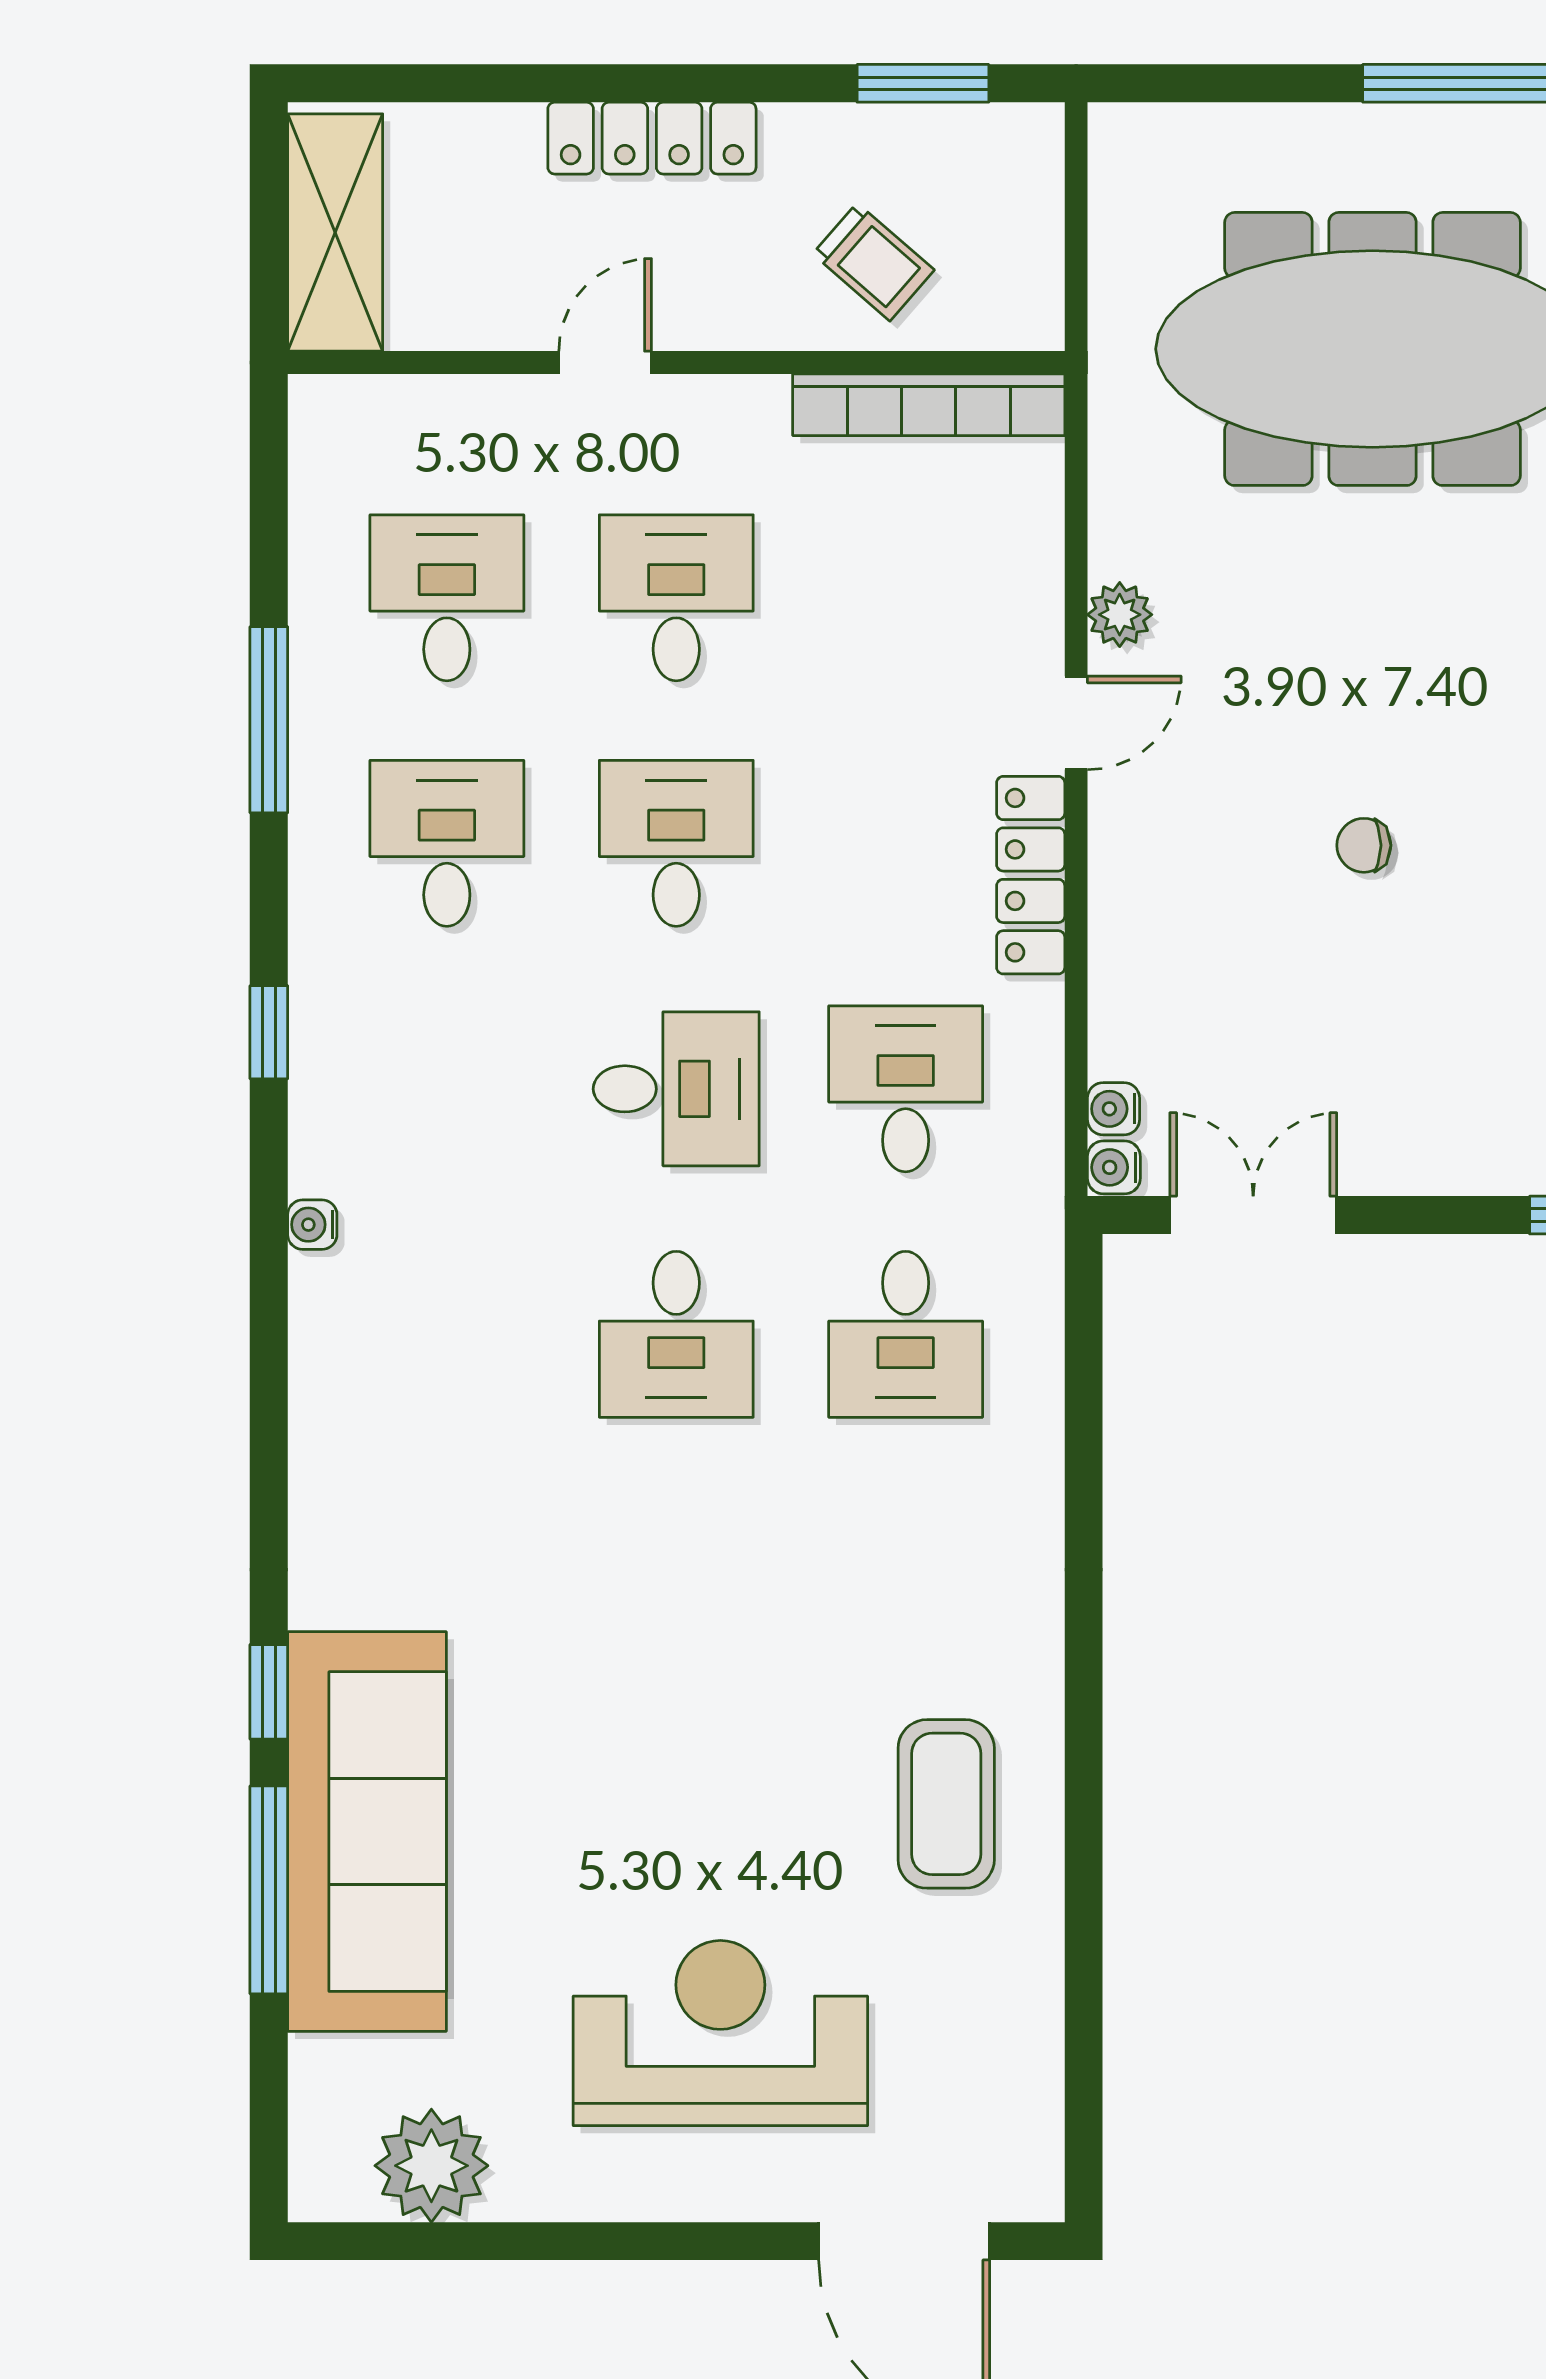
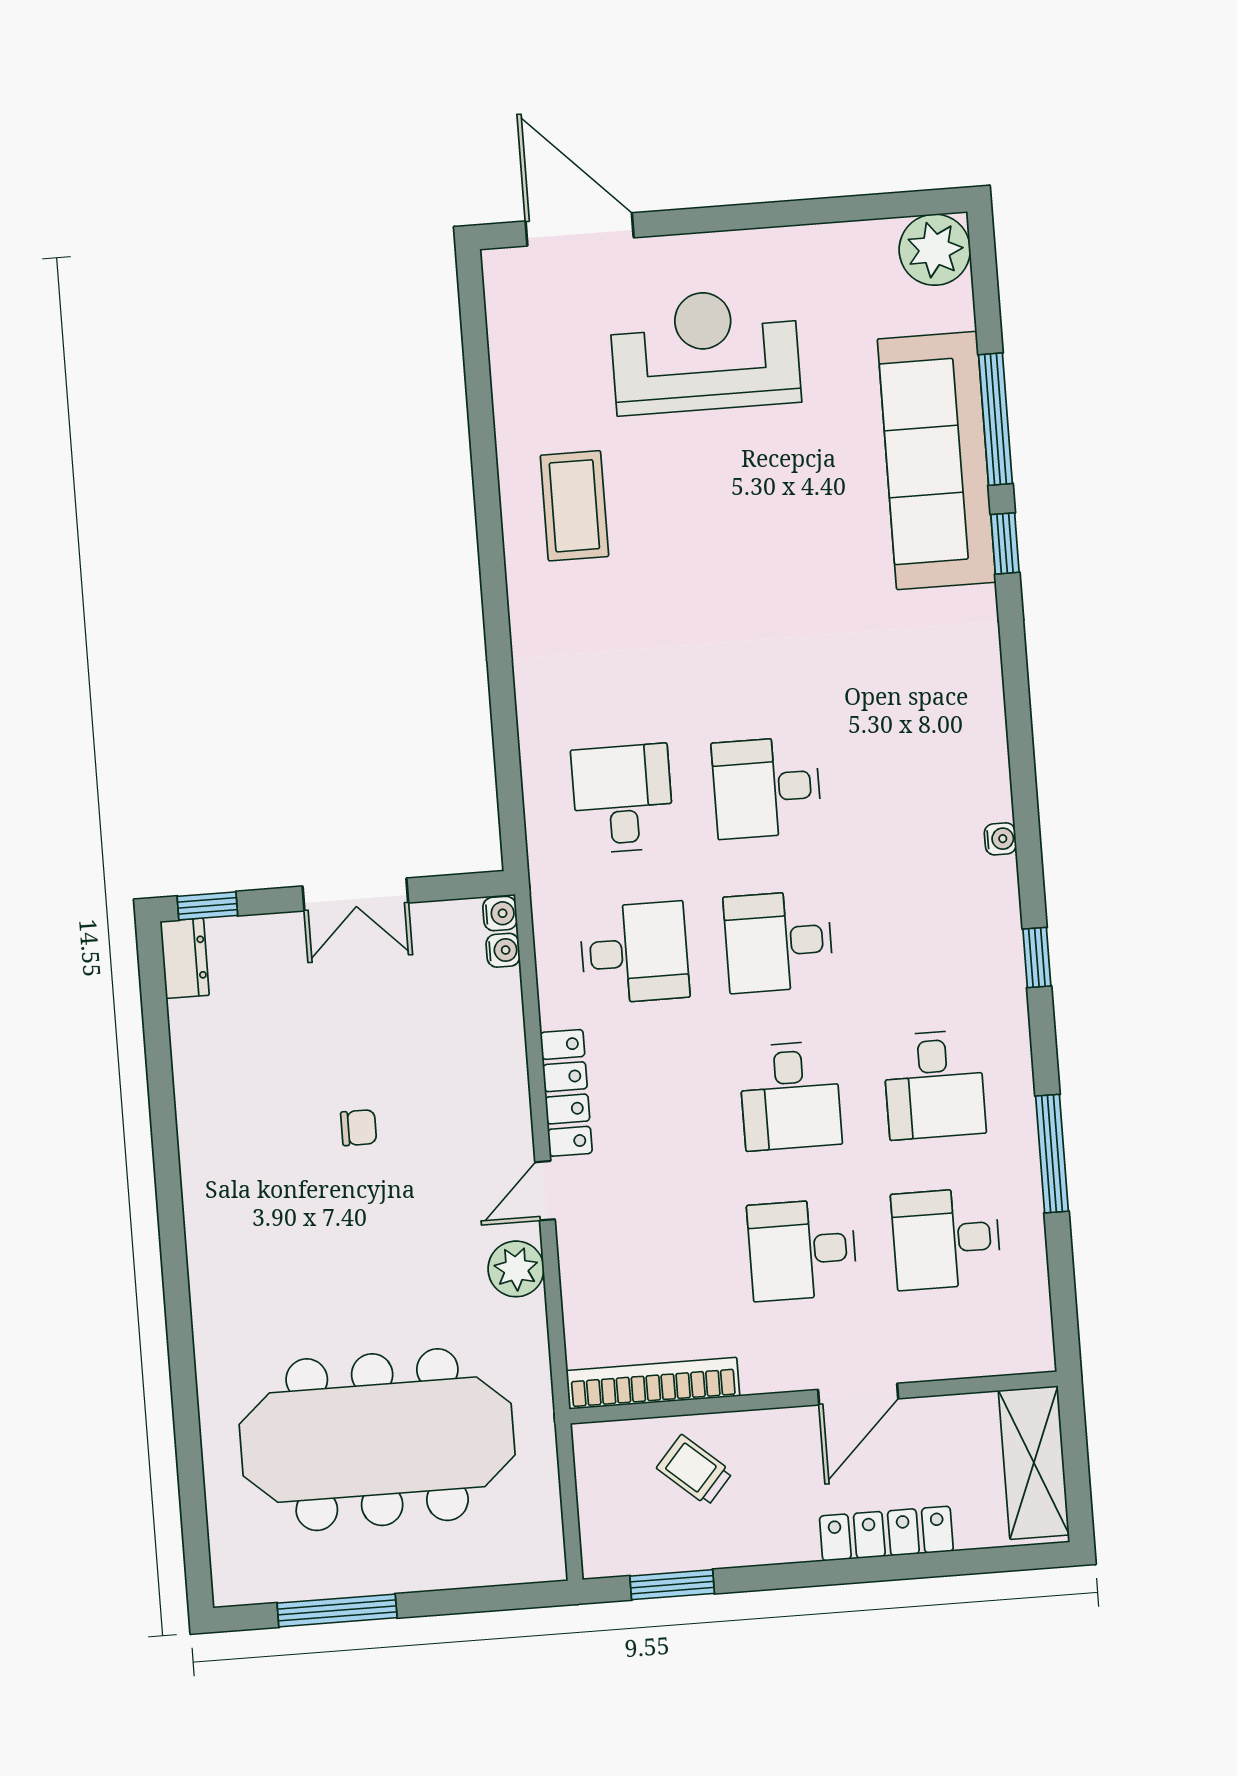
locker: (652, 138) -> (886, 1534), moved
door: (605, 362) -> (858, 1394), width x1.38
desk: (447, 598) -> (946, 1239), turned 90
desk: (676, 598) -> (802, 1250), turned 90
plant: (1120, 615) -> (516, 1269), width x1.38, depth x1.38
desk: (906, 1089) -> (634, 953), turned -90
double door: (1253, 1215) -> (355, 894), moved
desk: (676, 1334) -> (767, 788), turned -90
reception desk: (720, 2033) -> (705, 351), turned 180
plant: (431, 2166) -> (935, 250), moved

